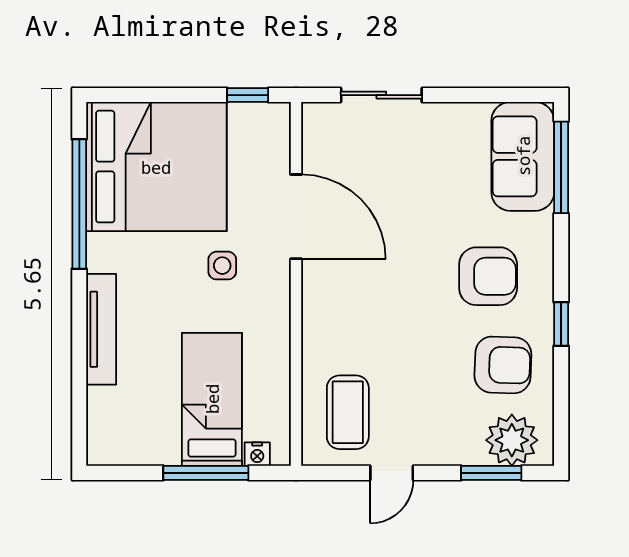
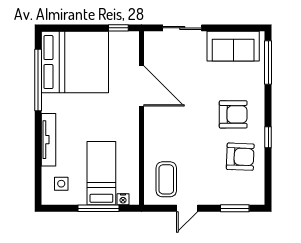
sofa: (523, 156) -> (233, 46), moved, turned -90
side table: (222, 266) -> (61, 184), moved
plant: (512, 440) -> (244, 193), removed

